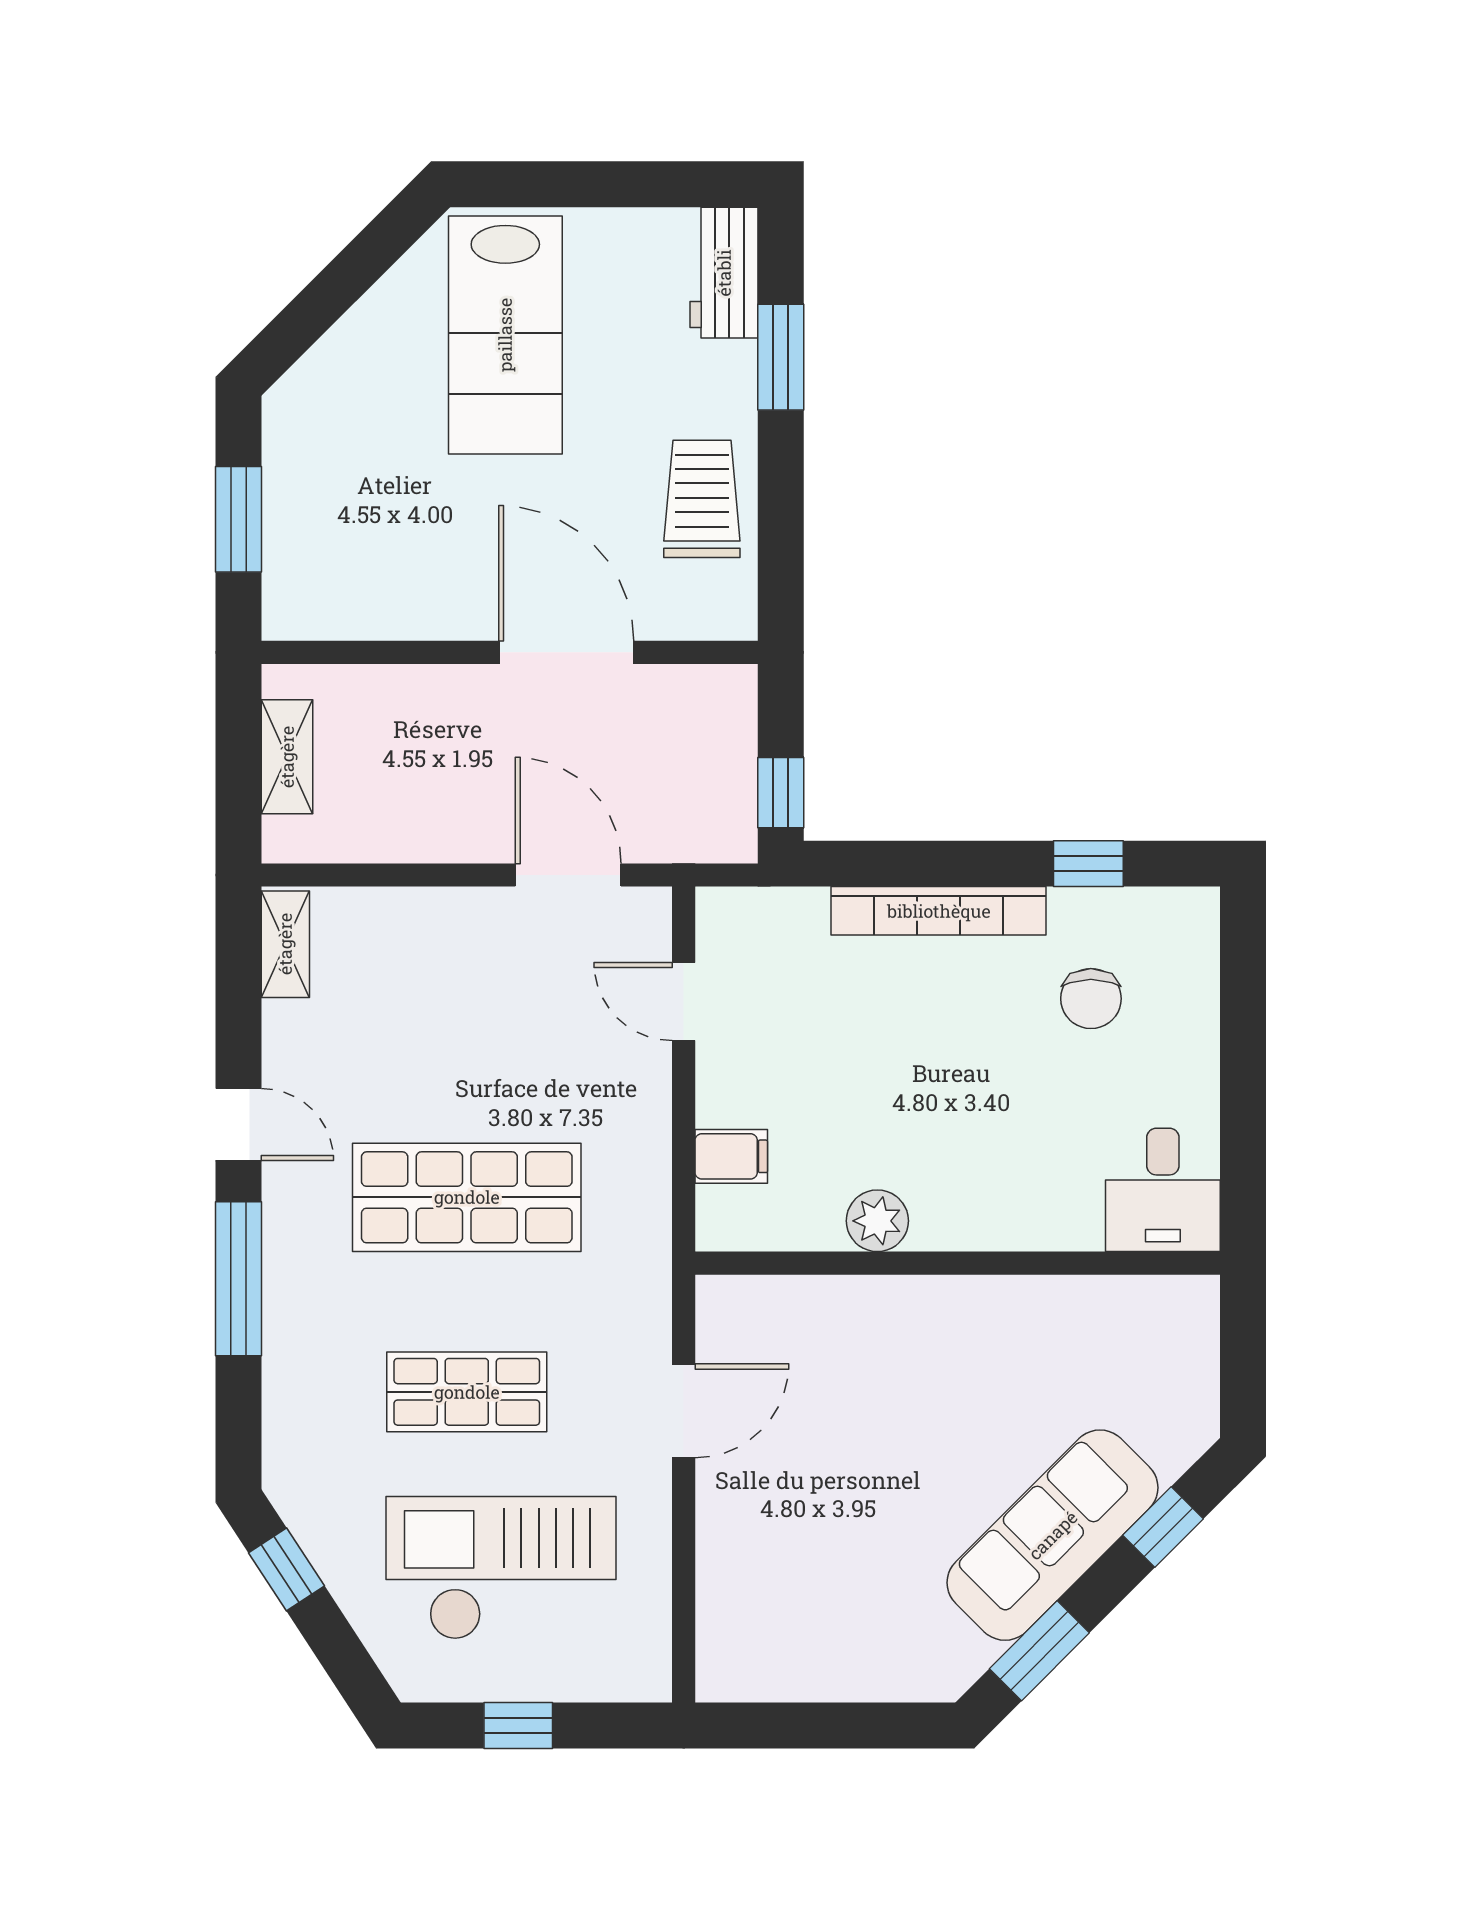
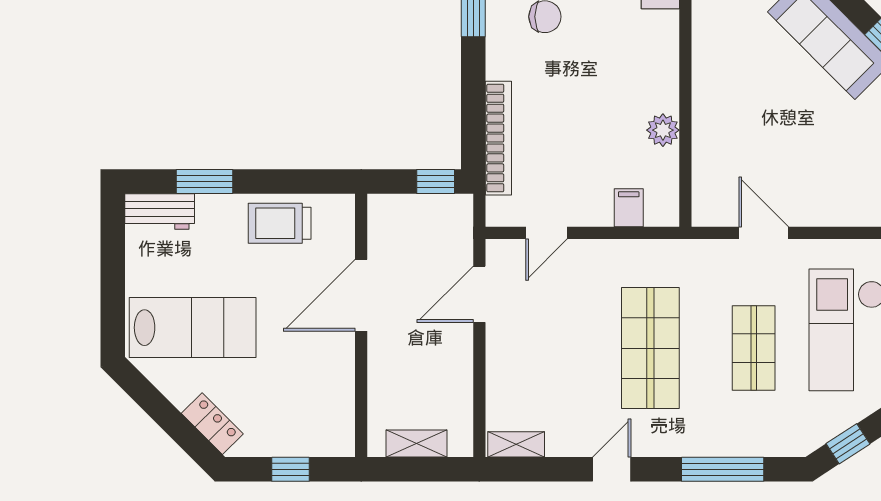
locker: (324, 372) -> (212, 424), added
window: (238, 519) -> (291, 469), width x0.67
bookcase: (939, 911) -> (498, 138), moved
window: (238, 1279) -> (723, 469), moved

